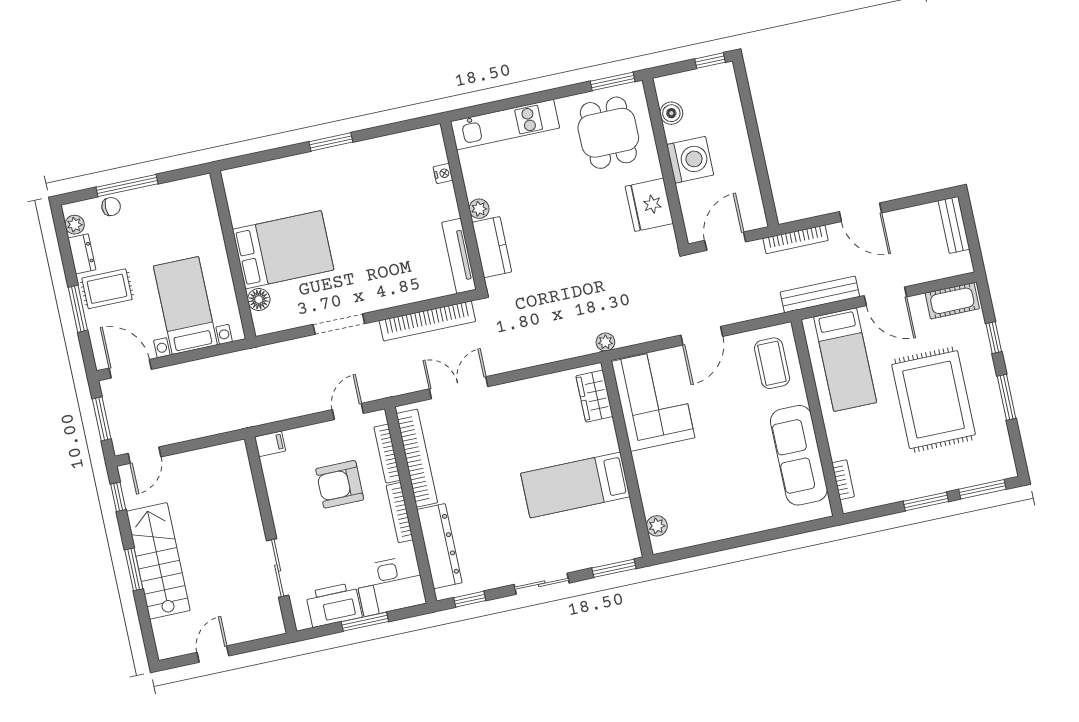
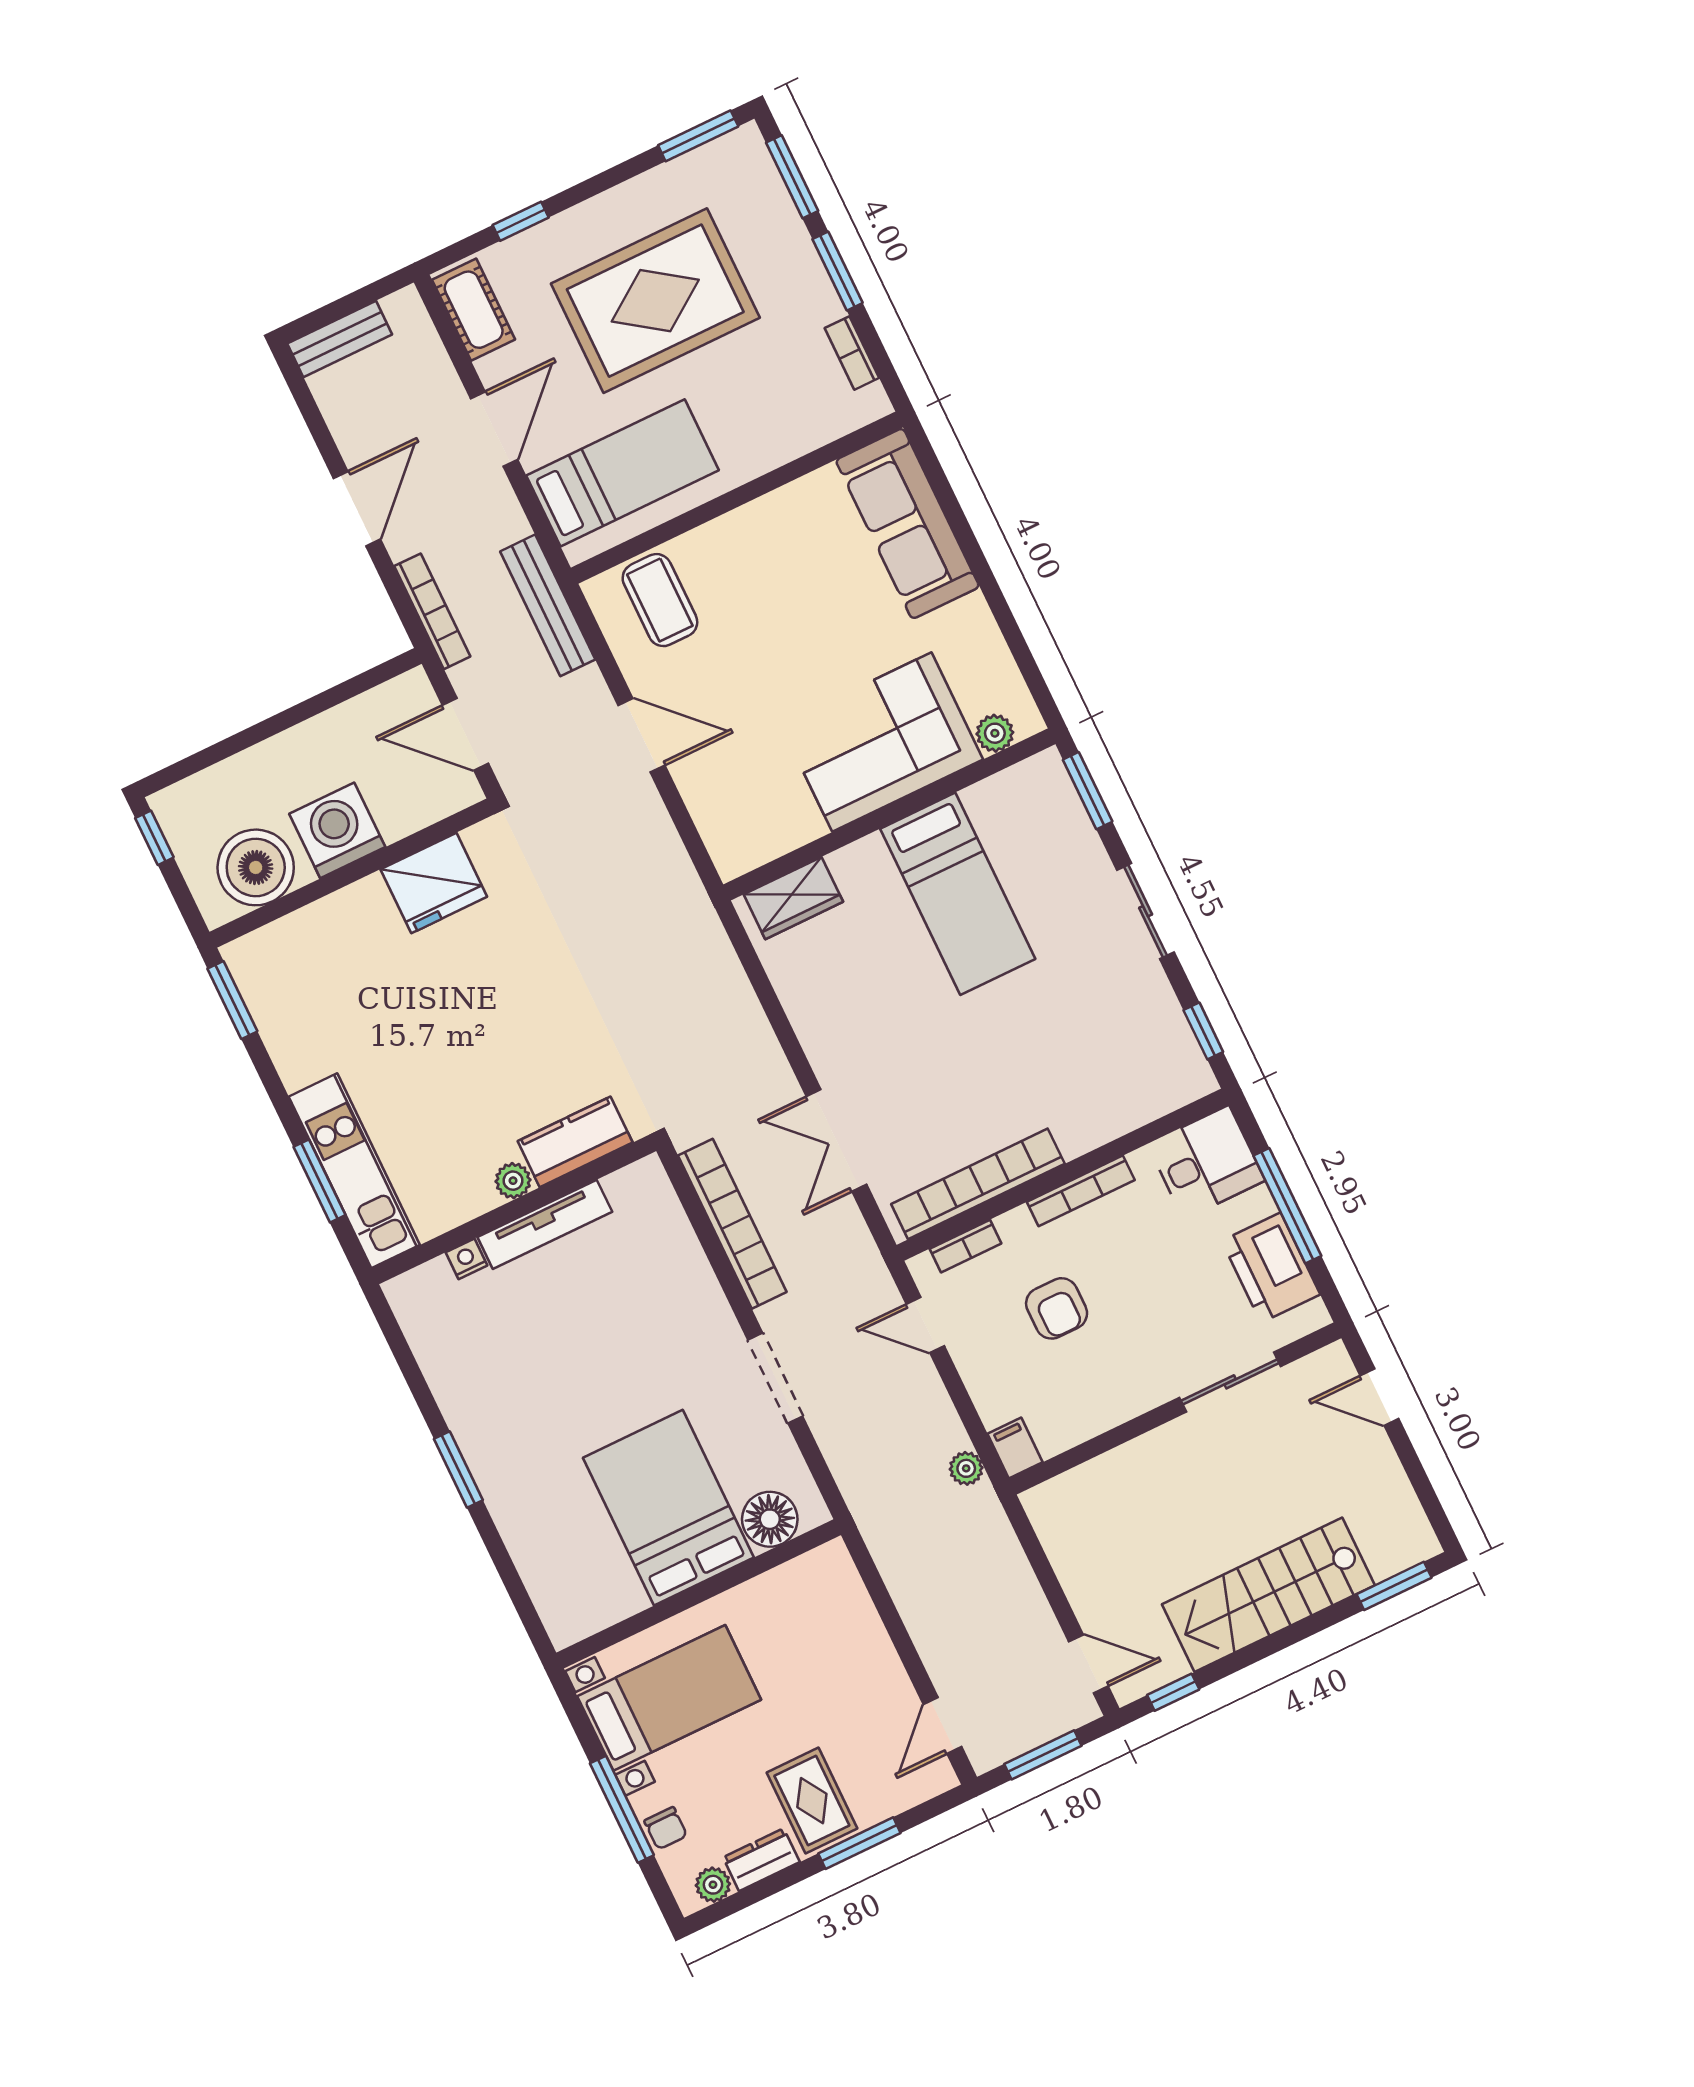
window: (504, 105) -> (320, 1181), added
boiler: (671, 113) -> (256, 867), width x1.86, depth x1.86
dining table: (608, 133) -> (324, 986), removed
chair: (111, 207) -> (666, 1828), turned 180
tv unit: (459, 256) -> (545, 1224), moved
bench: (820, 294) -> (548, 605), moved
floor lamp: (259, 300) -> (770, 1519), width x1.38, depth x1.38
bed with nightstands: (185, 306) -> (669, 1698), moved, turned 180
plant: (605, 342) -> (966, 1468), moved
coffee table: (772, 363) -> (660, 600), turned 90
door: (130, 369) -> (943, 1726), width x0.73
window: (1007, 397) -> (698, 136), moved
corner sofa: (653, 400) -> (882, 742), moved
bookcase: (387, 454) -> (965, 1246), width x0.64
sofa: (799, 455) -> (907, 524), moved, turned 90
bookcase: (843, 480) -> (852, 353), moved, turned -90
armchair: (340, 484) -> (1057, 1308), width x0.72, depth x0.72
dresser: (439, 546) -> (1123, 1107), removed
window: (134, 569) -> (1394, 1586), moved
desk: (390, 585) -> (1206, 1162), width x0.73
window: (365, 622) -> (1287, 1206), width x1.44
door: (213, 654) -> (1379, 1397), moved

